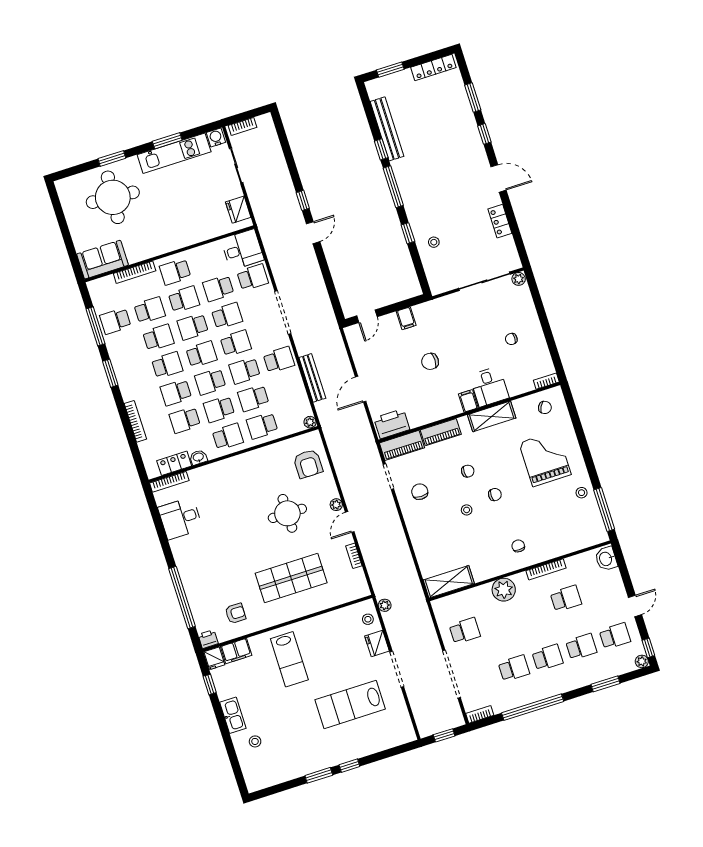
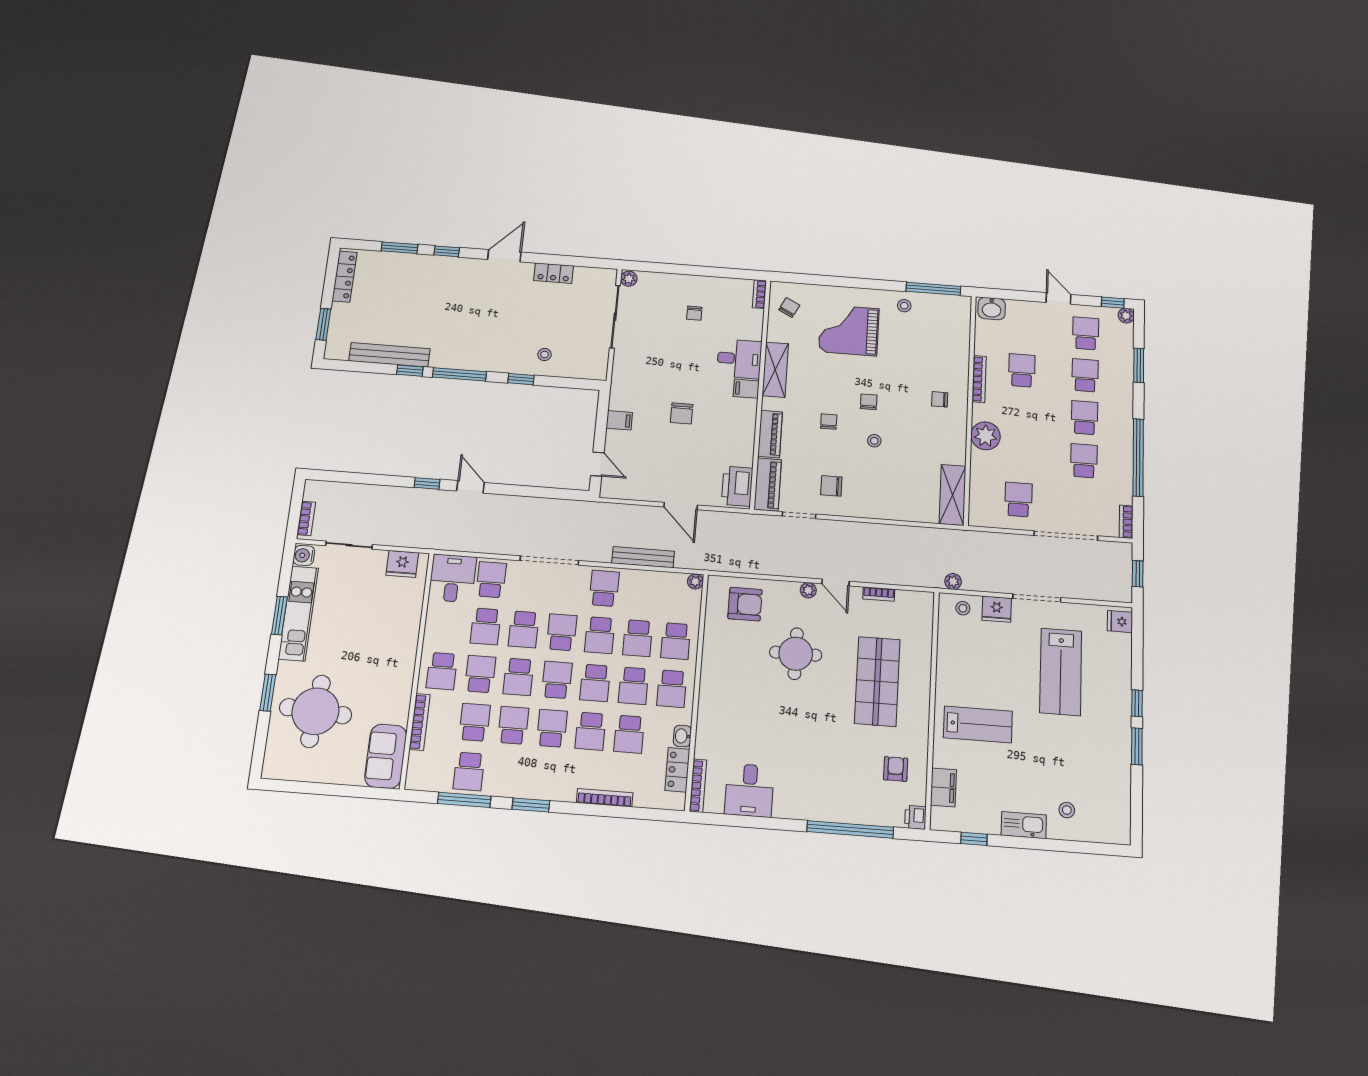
school desk: (227, 316) -> (524, 629), turned 180
school desk: (228, 437) -> (672, 689), turned 180
fridge: (214, 658) -> (1120, 622), moved, turned 180

